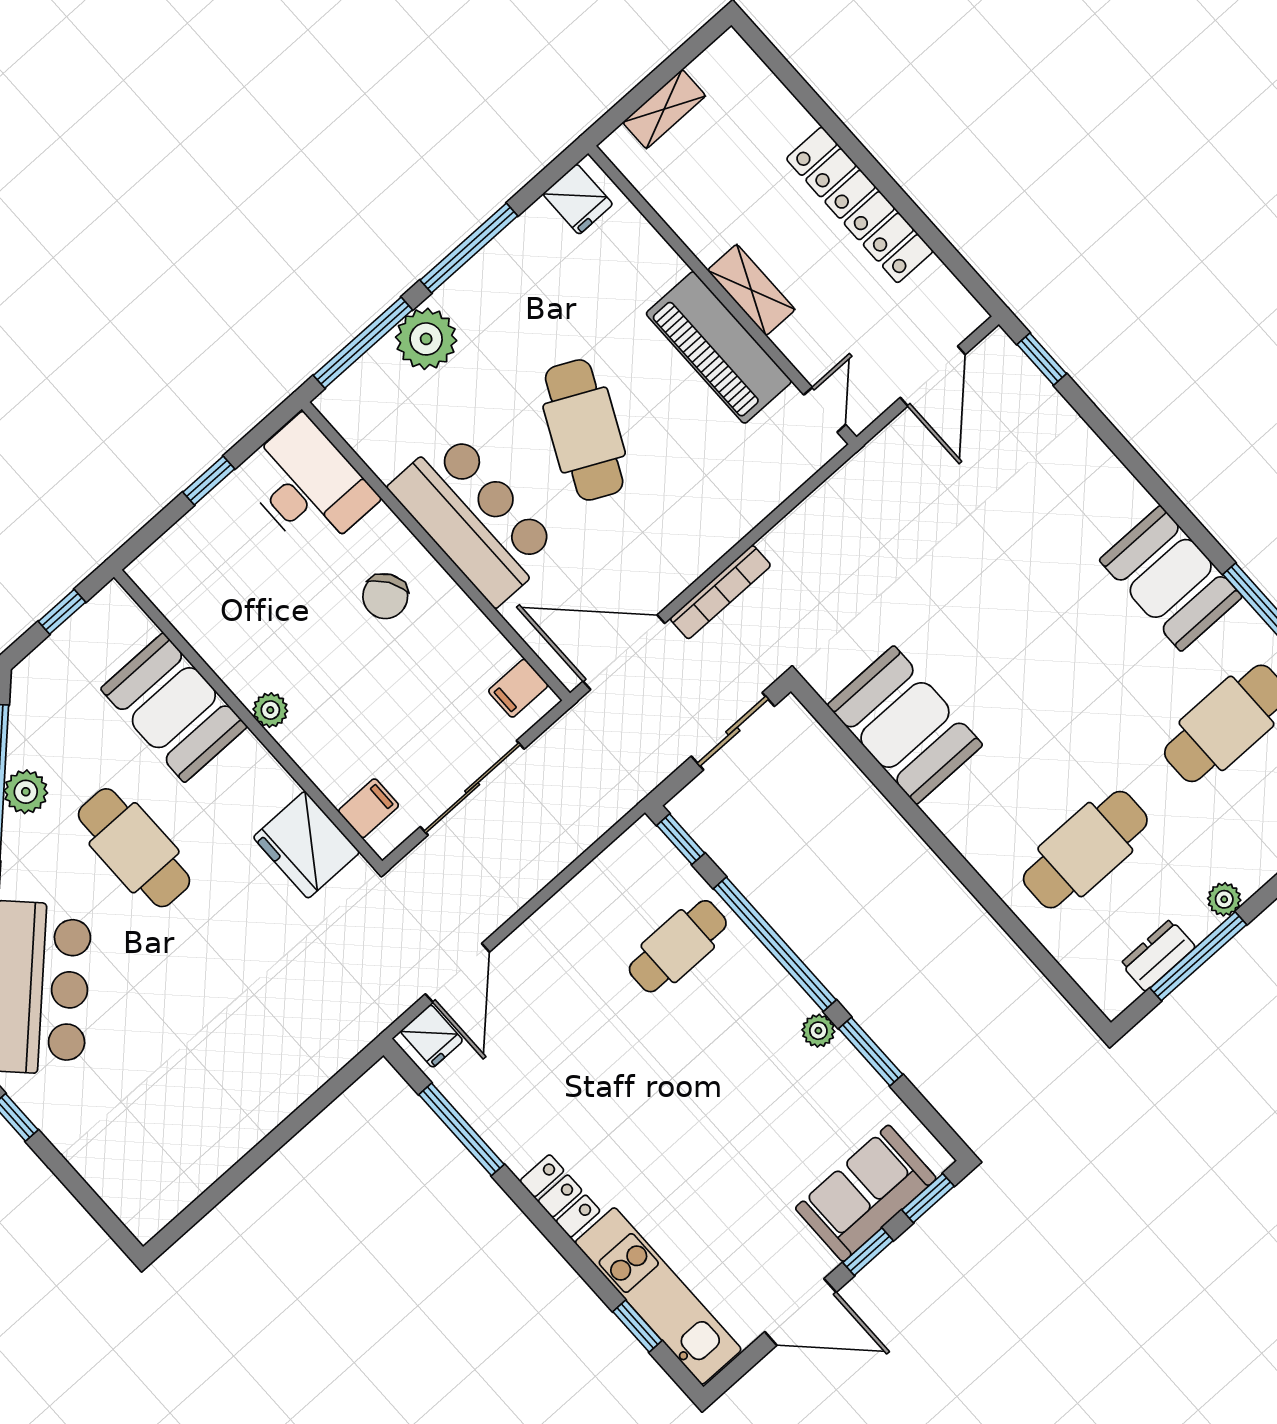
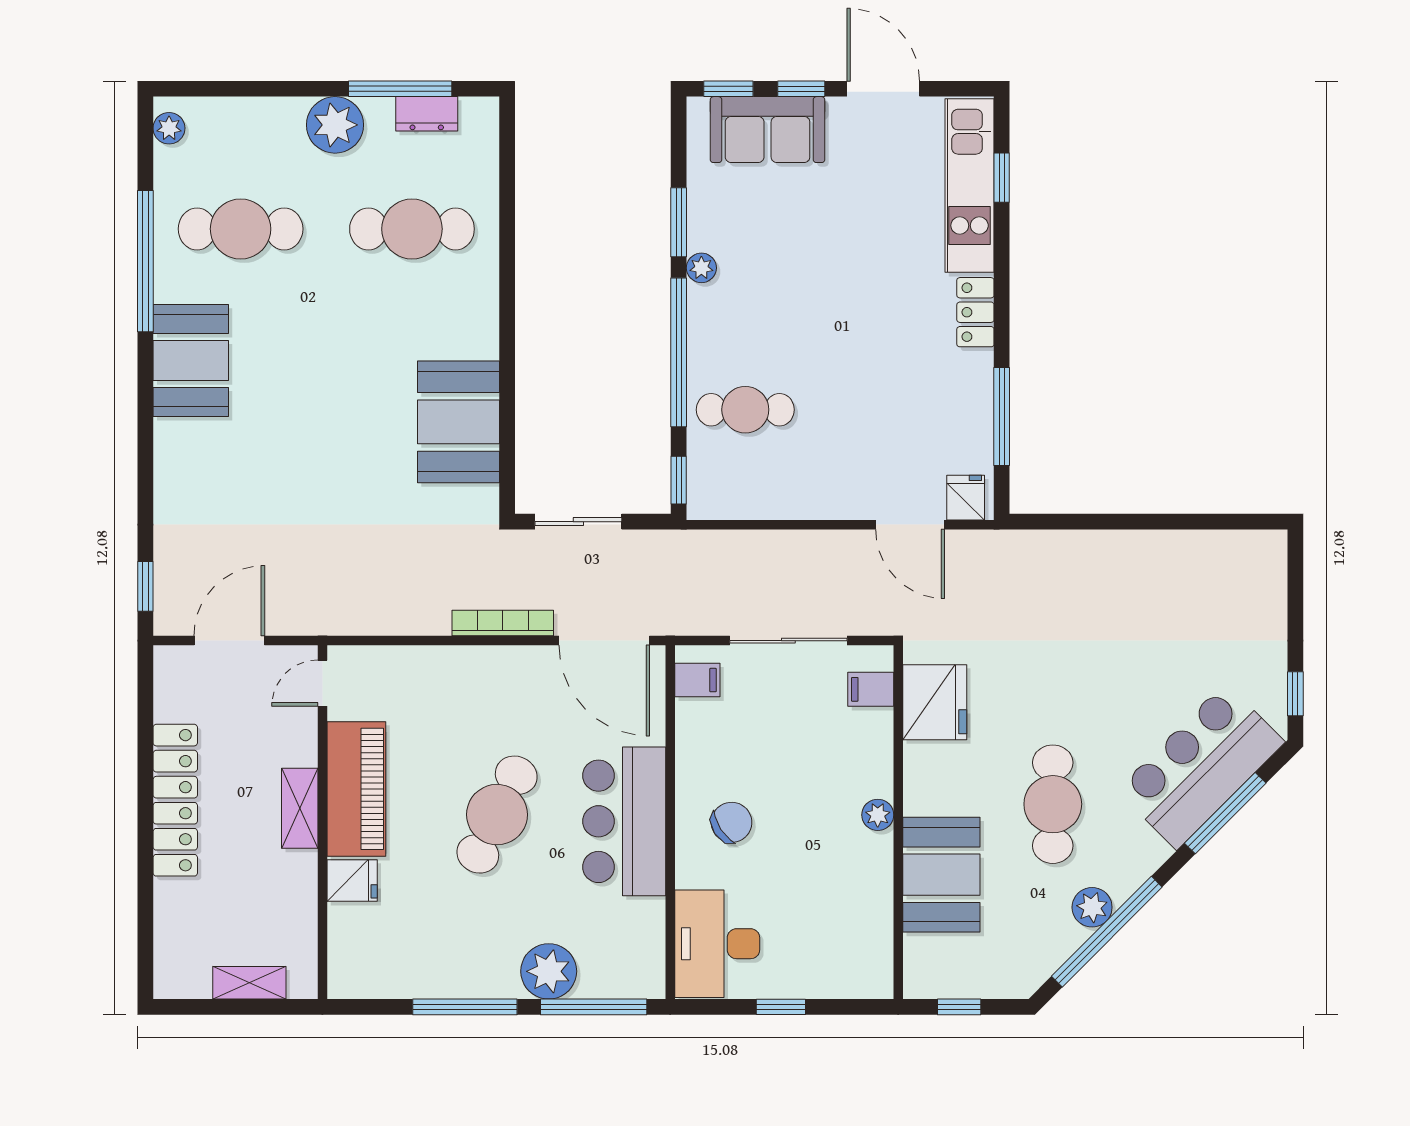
fridge: (578, 199) -> (352, 881), moved, turned 90
plant: (1224, 899) -> (335, 125), width x1.88, depth x1.88
door: (457, 973) -> (910, 525), swing flipped

